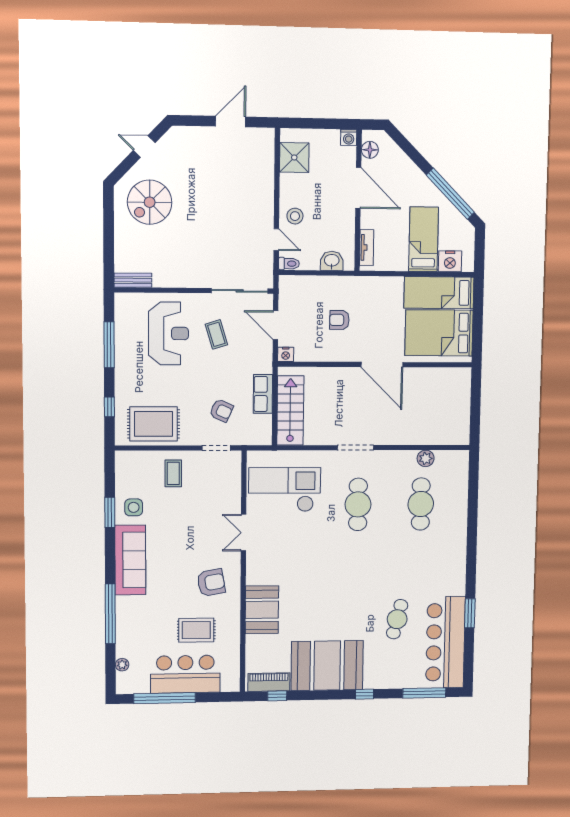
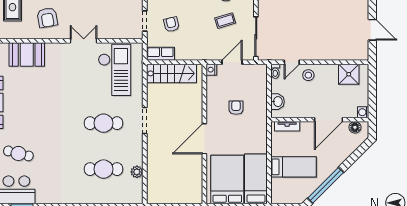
nightstand: (450, 261) -> (278, 186), removed
row of seats: (263, 394) -> (160, 54), moved
armchair: (221, 411) -> (171, 24), turned 142

